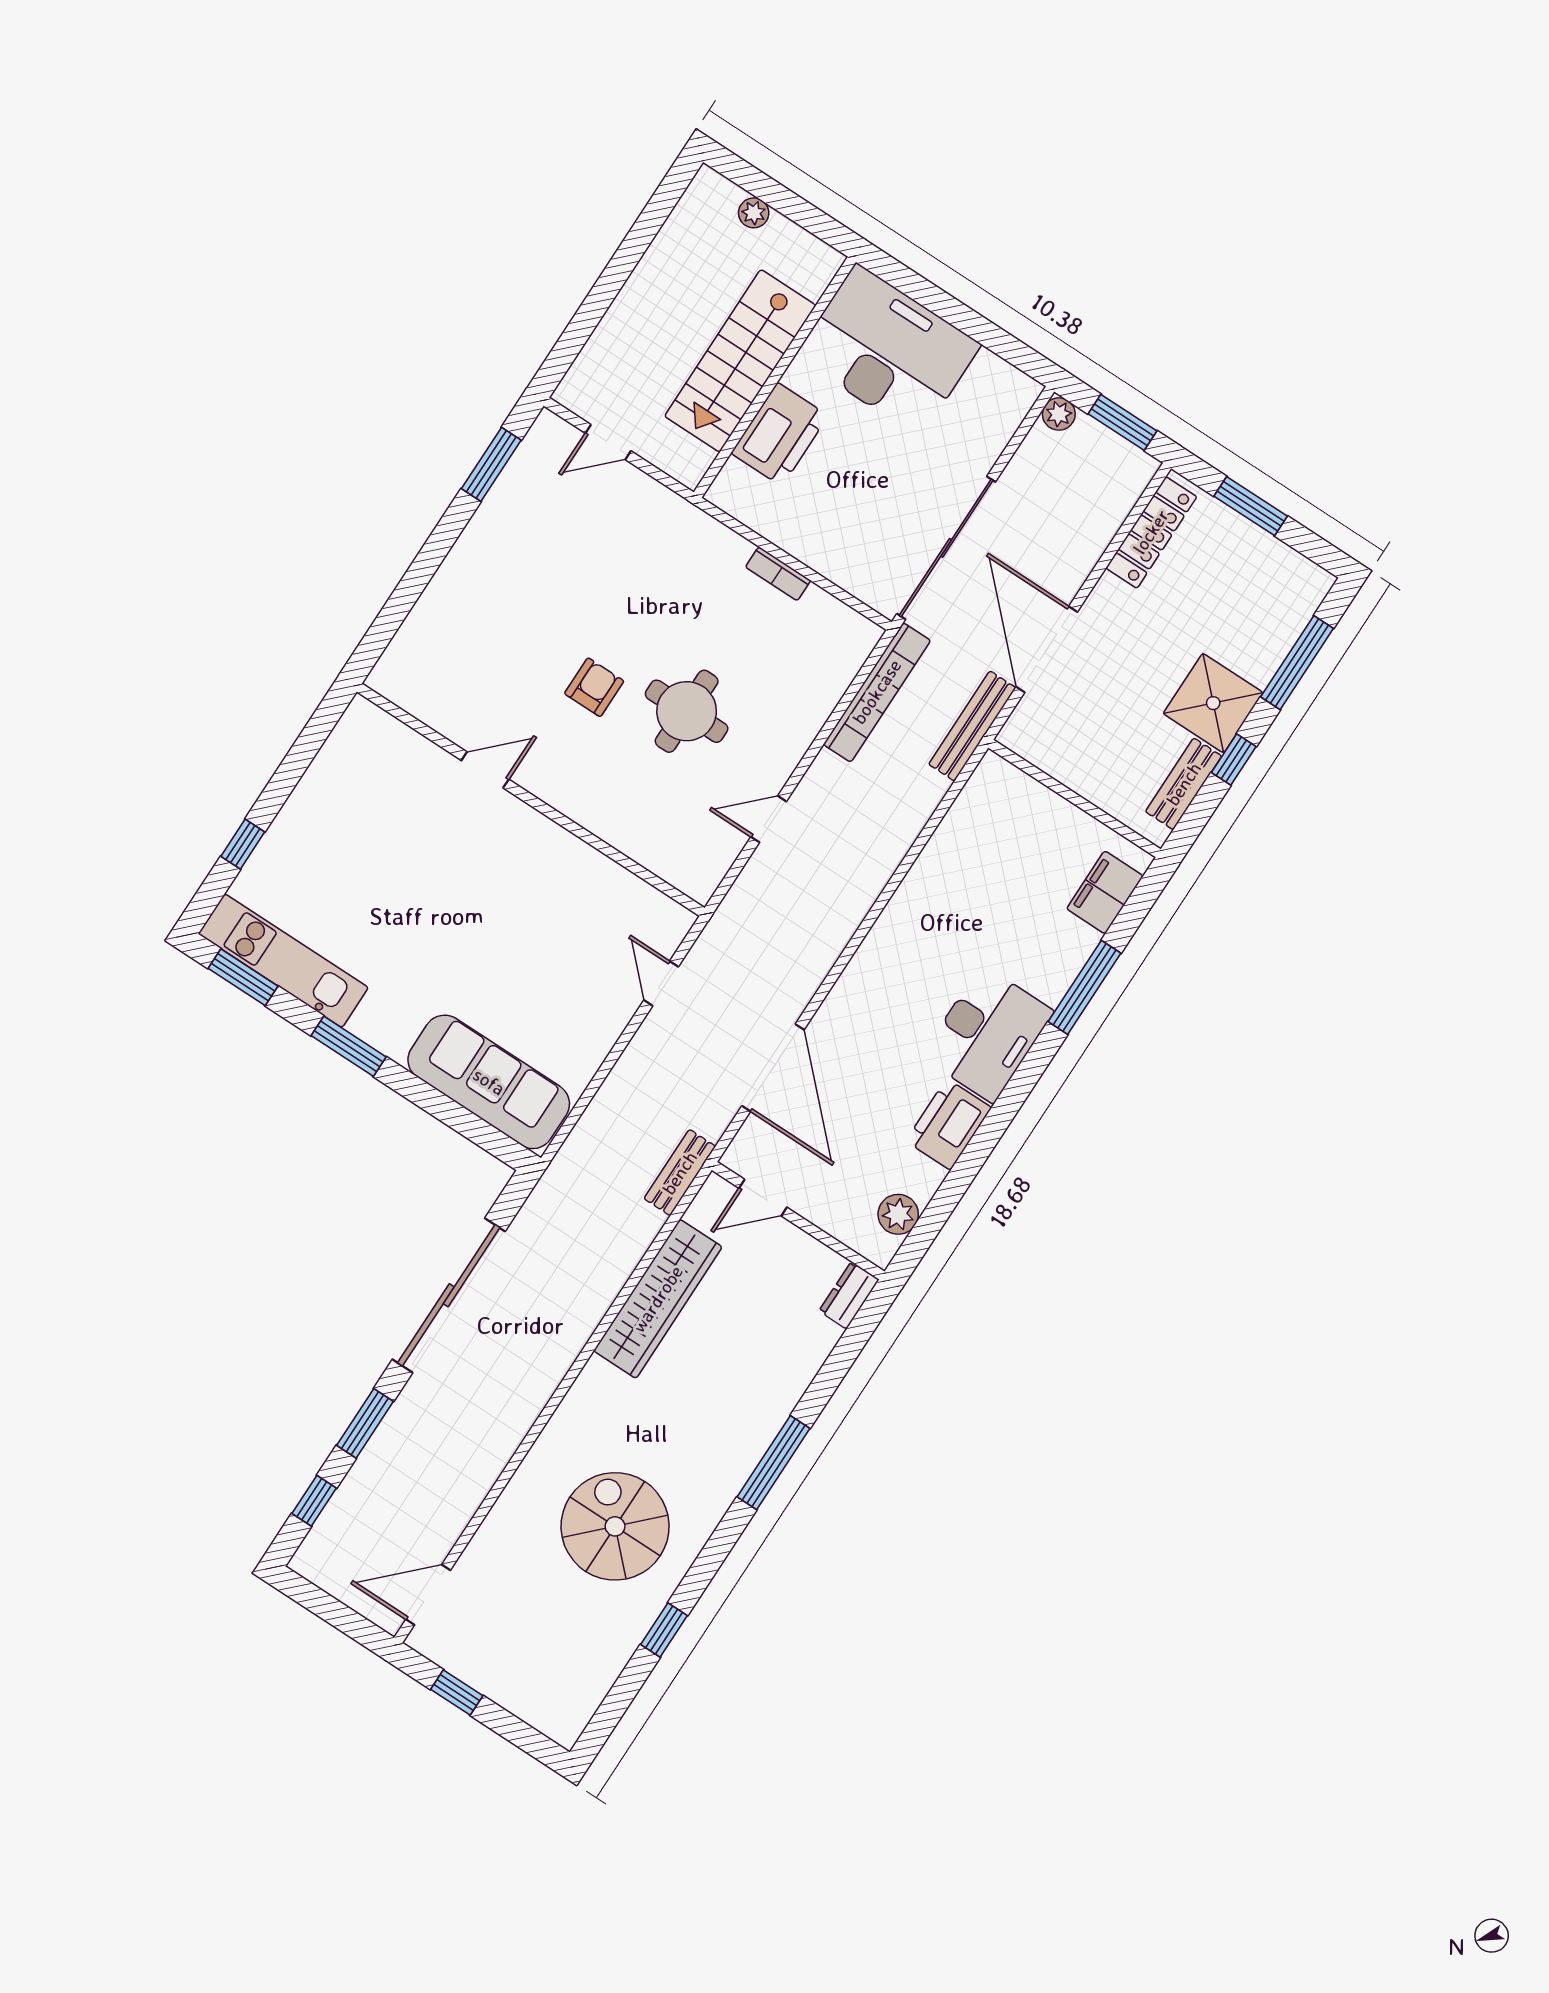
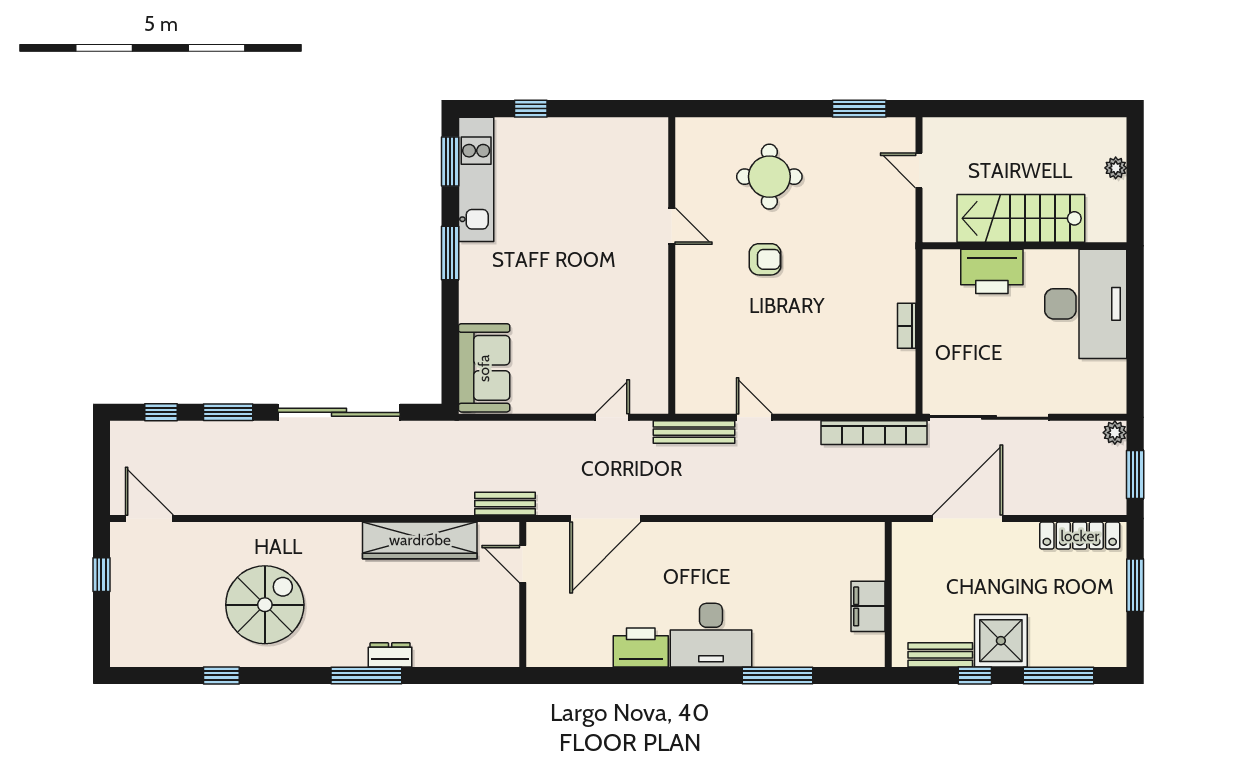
round table: (687, 711) -> (769, 177), moved
bench: (972, 726) -> (694, 432), moved
filing cabinet: (1105, 892) -> (868, 606), moved, turned -90
sofa: (489, 1082) -> (484, 368), width x0.73
plant: (898, 1214) -> (566, 652), removed
dresser: (849, 1295) -> (390, 655), moved

